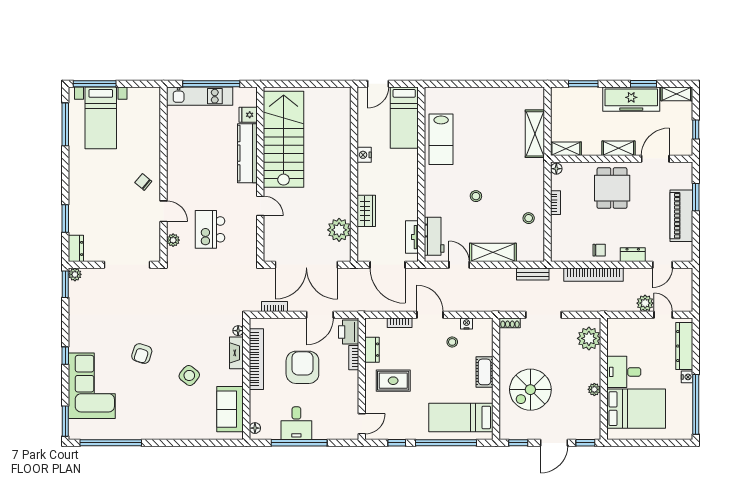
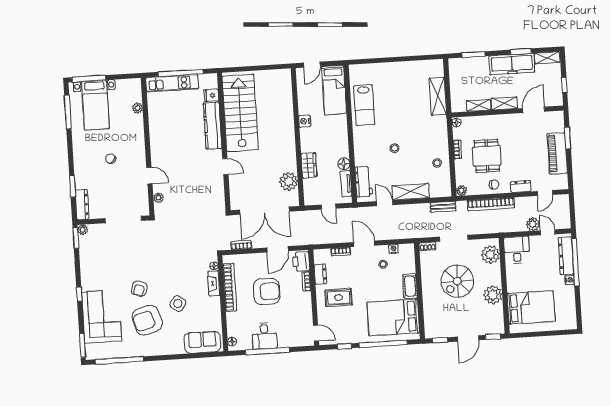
plant: (154, 125) -> (137, 108), added
shelving: (566, 149) -> (479, 105), moved
chair: (143, 182) -> (111, 159), moved
dining table: (612, 188) -> (487, 156), moved
floor lamp: (411, 212) -> (344, 164), added
kitchen island: (210, 229) -> (187, 188), removed
dresser: (76, 248) -> (82, 205), width x1.44
plant: (557, 255) -> (461, 191), added
door: (388, 265) -> (328, 207), width x0.53
armchair: (302, 367) -> (266, 291), turned 90
desk: (624, 372) -> (517, 250), moved, turned 90
plant: (594, 389) -> (493, 295), width x1.87, depth x1.87
spiral stairs: (530, 390) -> (457, 281), moved
armchair: (149, 394) -> (147, 320), added
window: (696, 404) -> (575, 262), moved
sofa: (230, 409) -> (202, 342), moved, turned 90
bed: (461, 417) -> (393, 317), width x1.50
door: (362, 424) -> (316, 333), hinge flipped

